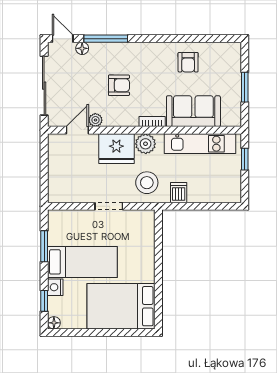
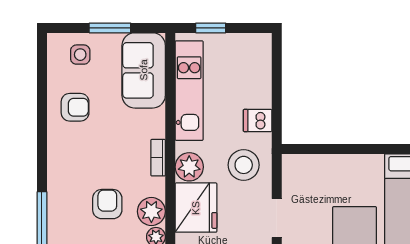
side table: (226, 66) -> (80, 55), added
sofa: (193, 111) -> (144, 70), moved
plant: (114, 117) -> (151, 211), added

